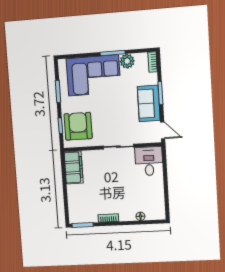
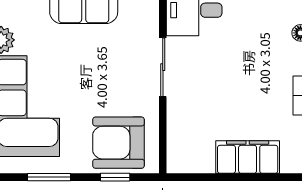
filing cabinet: (74, 167) -> (248, 157), moved

